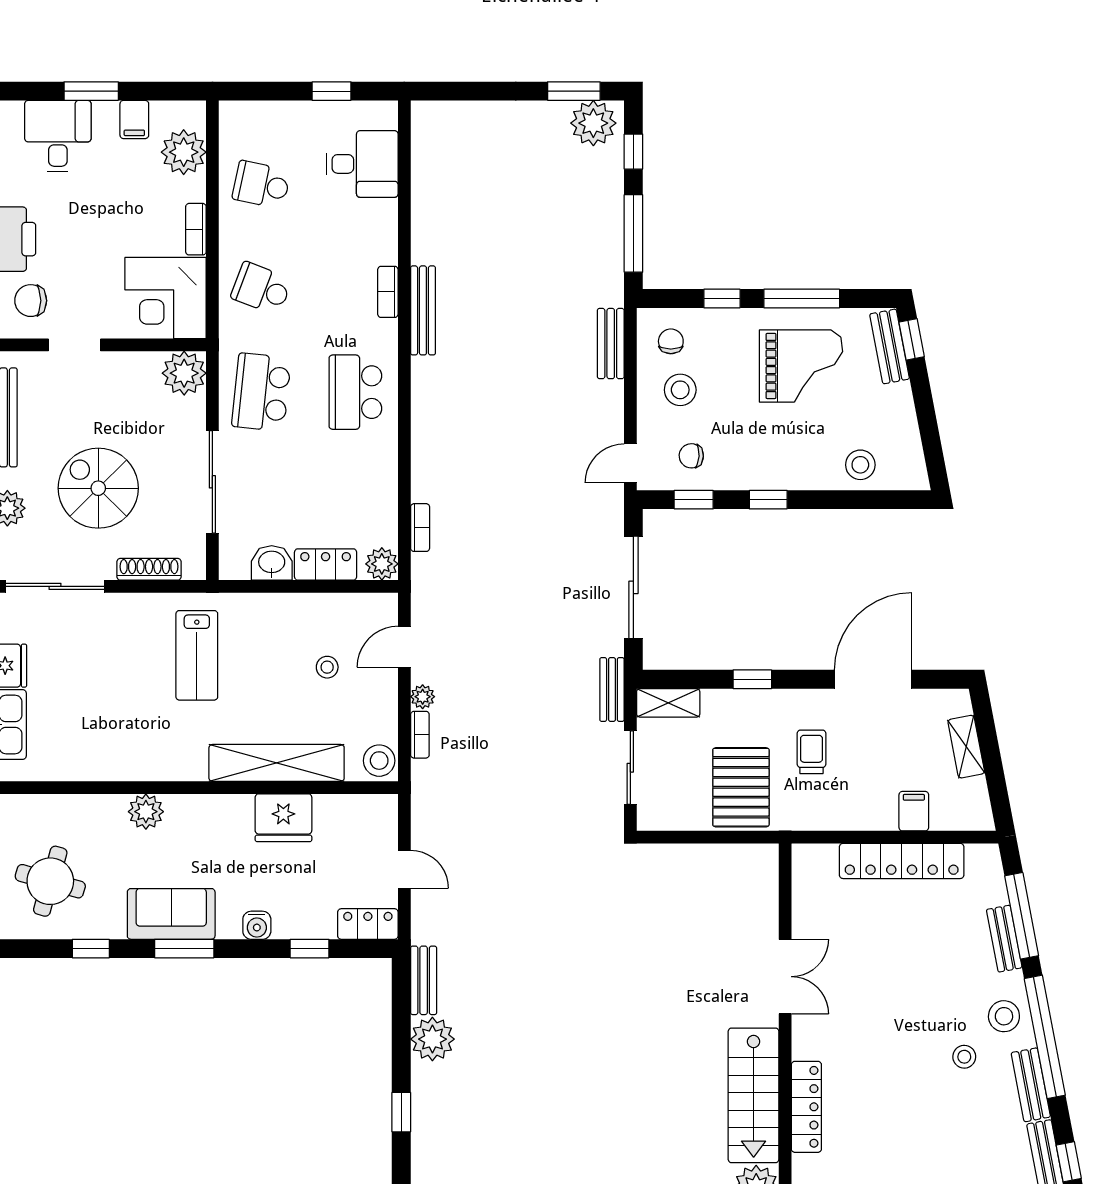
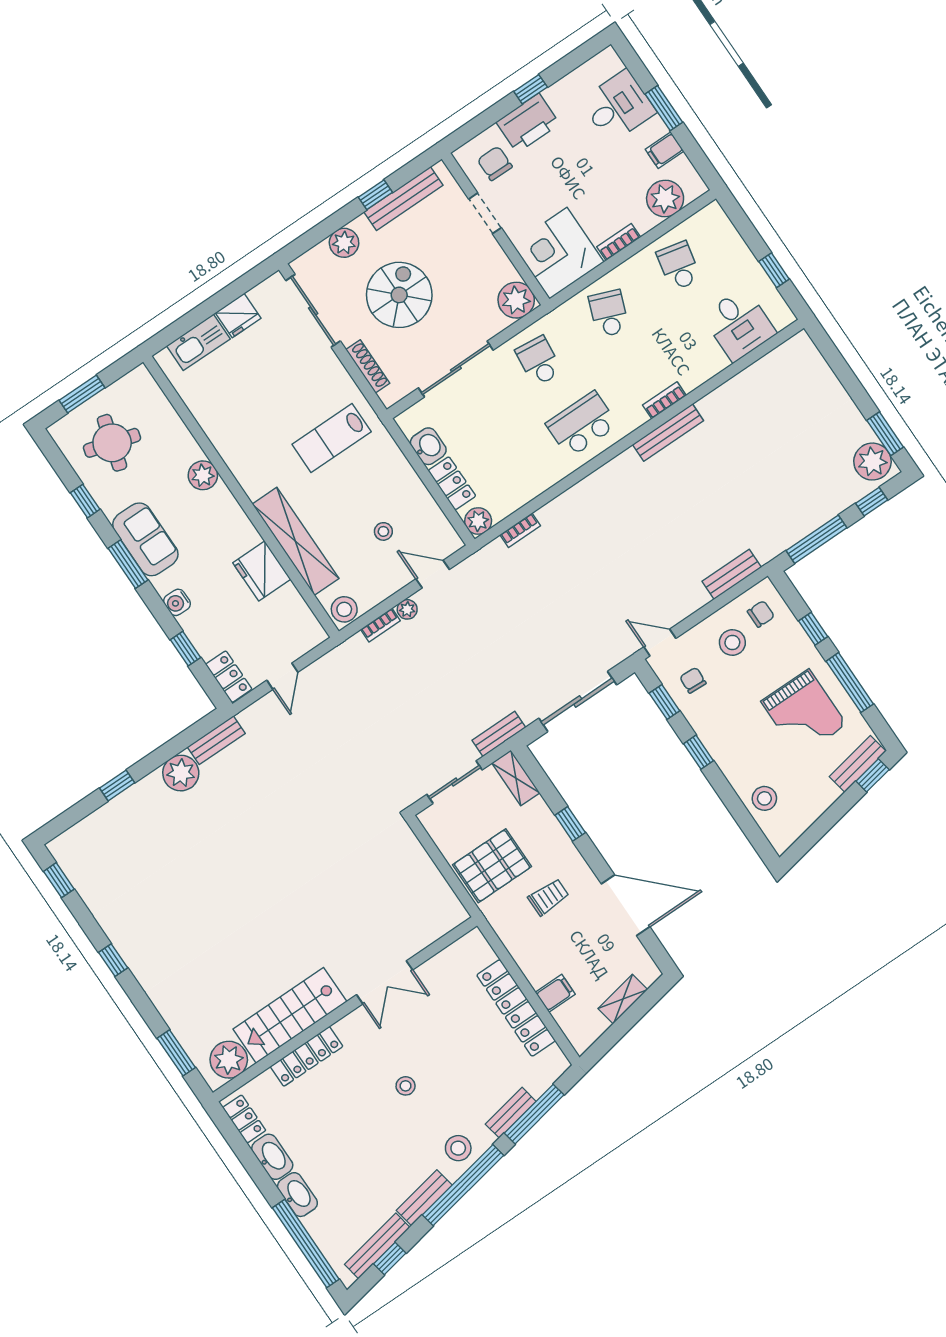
school desk: (261, 392) -> (539, 361), width x0.54
stool: (964, 1057) -> (406, 1086), moved

